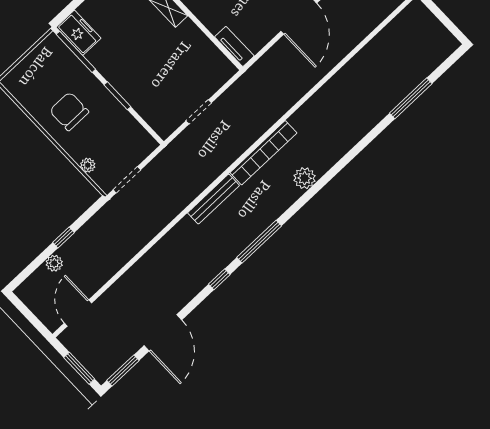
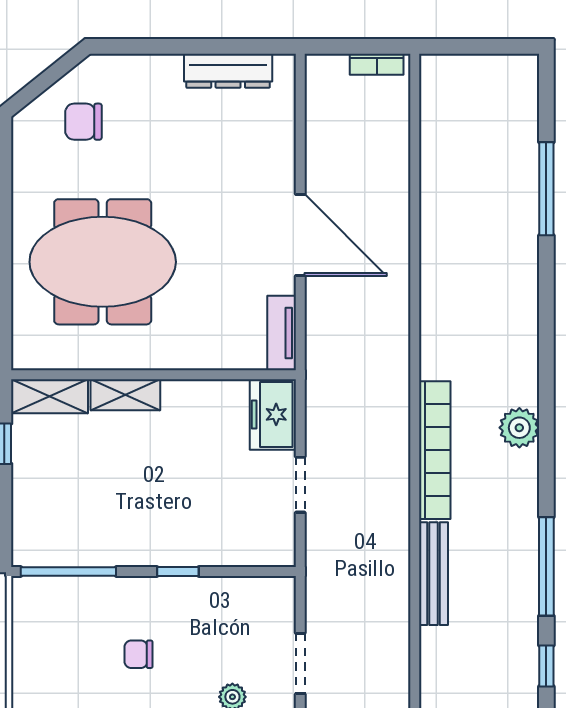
freezer: (78, 33) -> (273, 414), moved, turned -90
tv unit: (234, 46) -> (282, 333), moved, turned -90
window: (117, 96) -> (178, 571), width x0.67
chair: (69, 111) -> (138, 654), width x0.54, depth x0.54

